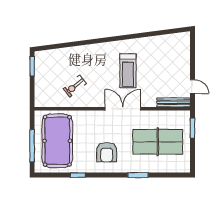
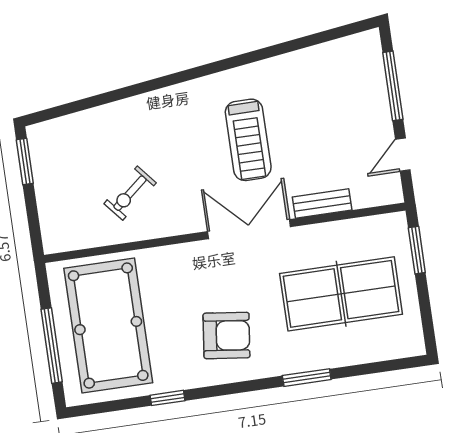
window: (192, 57) -> (393, 86), added
door: (192, 87) -> (403, 155), swing flipped
bench: (174, 102) -> (322, 204), moved, width x0.73
armchair: (107, 152) -> (227, 335), turned -83

